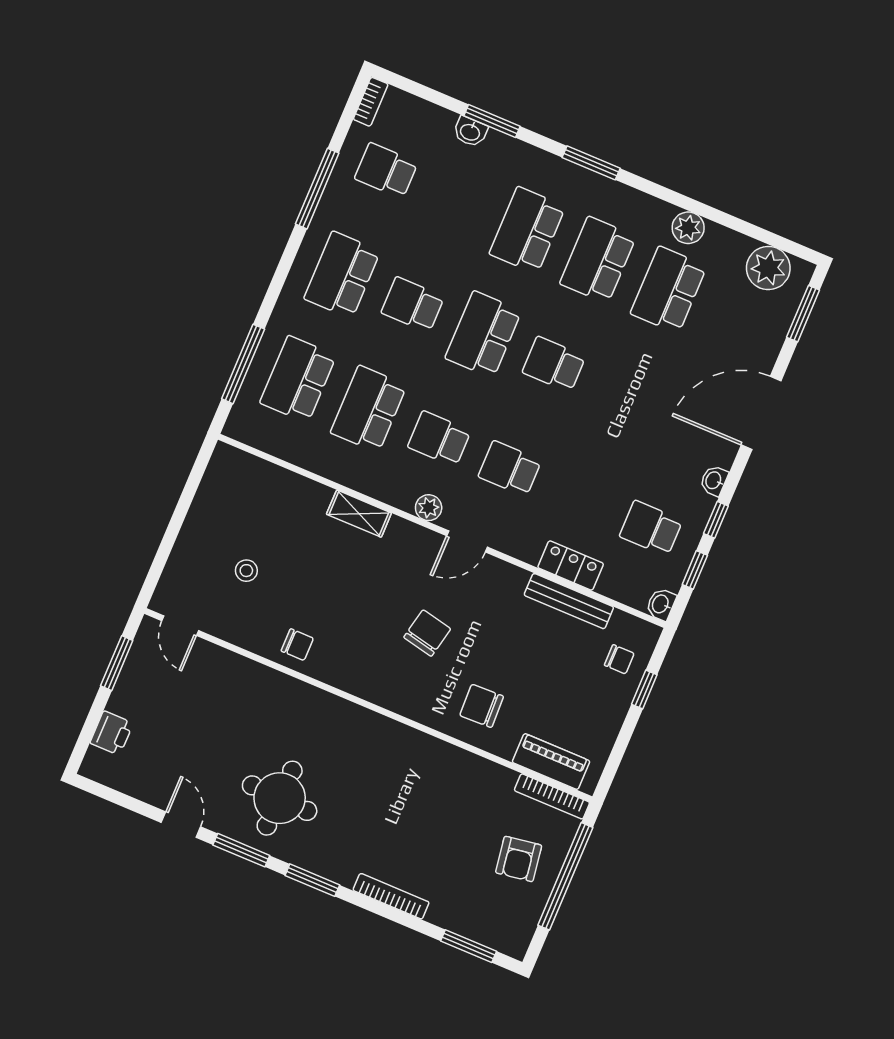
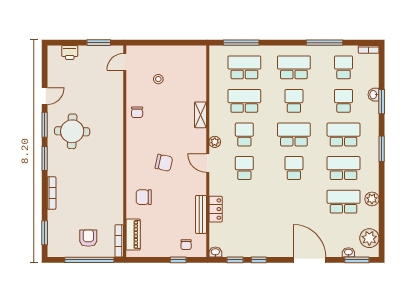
washbasin: (714, 481) -> (348, 252), moved
school desk: (651, 528) -> (344, 101), moved
chair: (482, 706) -> (144, 197), turned -88
armchair: (519, 859) -> (88, 238), turned 99

